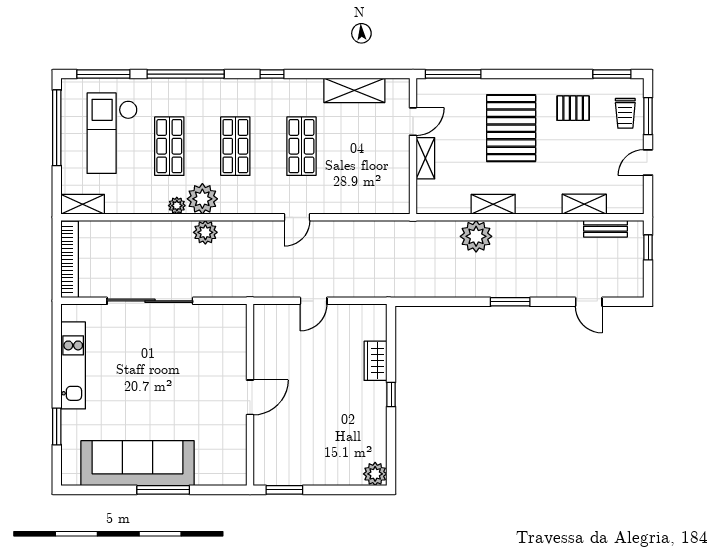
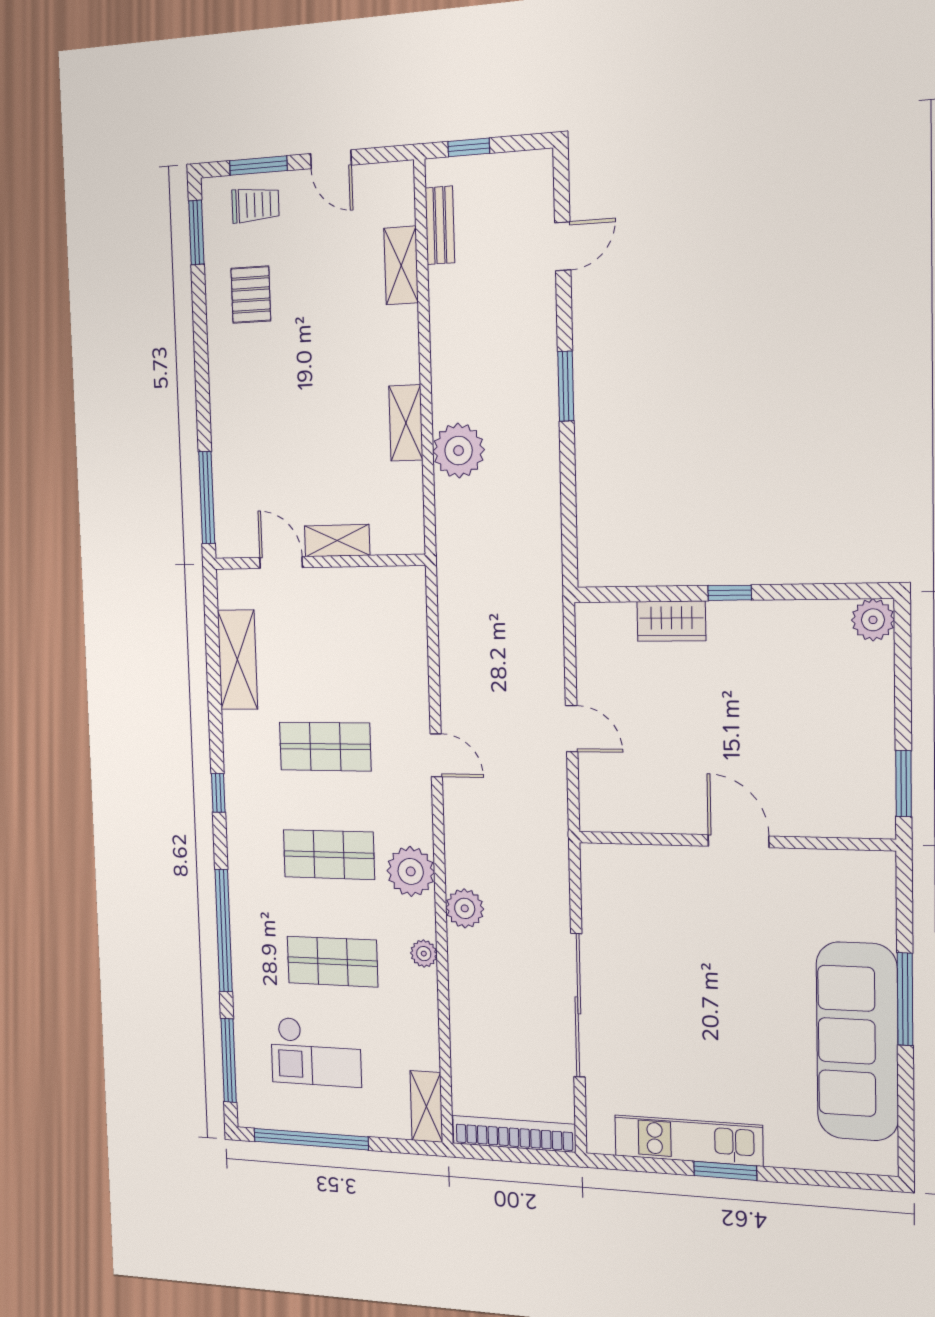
pallet: (511, 128) -> (285, 398), removed
checkout: (112, 133) -> (316, 1052), width x0.73, depth x0.83
plant: (202, 199) -> (411, 871), moved
window: (57, 426) -> (725, 1171), moved

